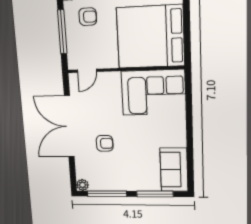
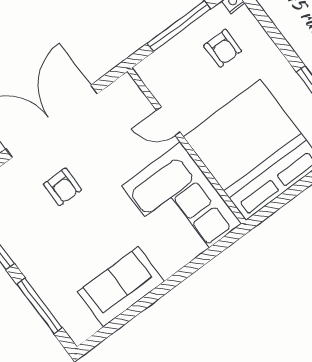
door: (87, 71) -> (168, 121), moved
sofa: (174, 170) -> (121, 287), moved

